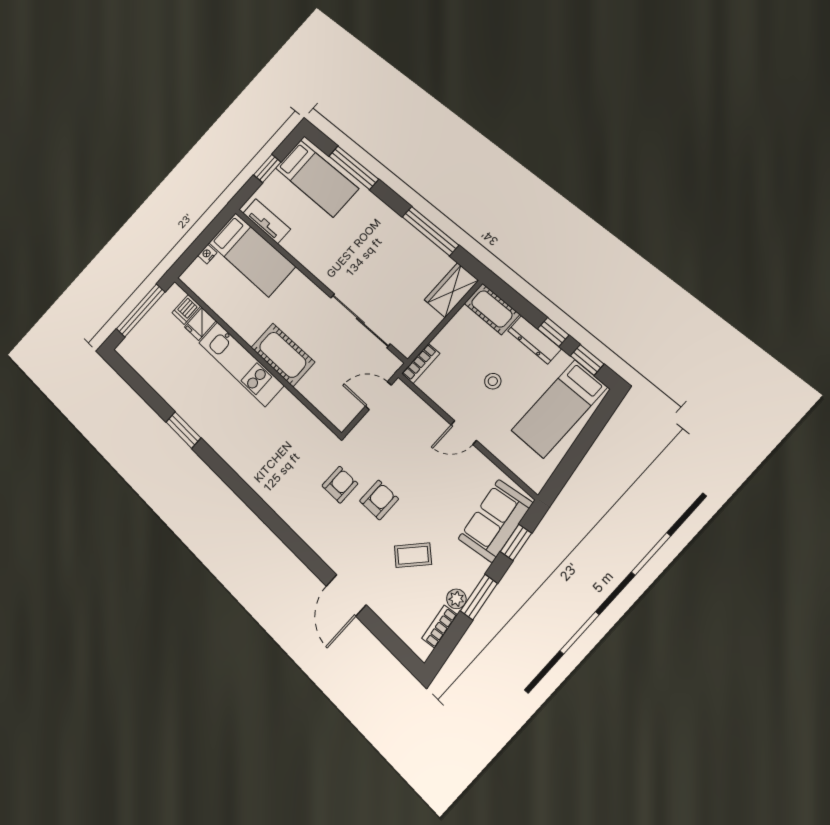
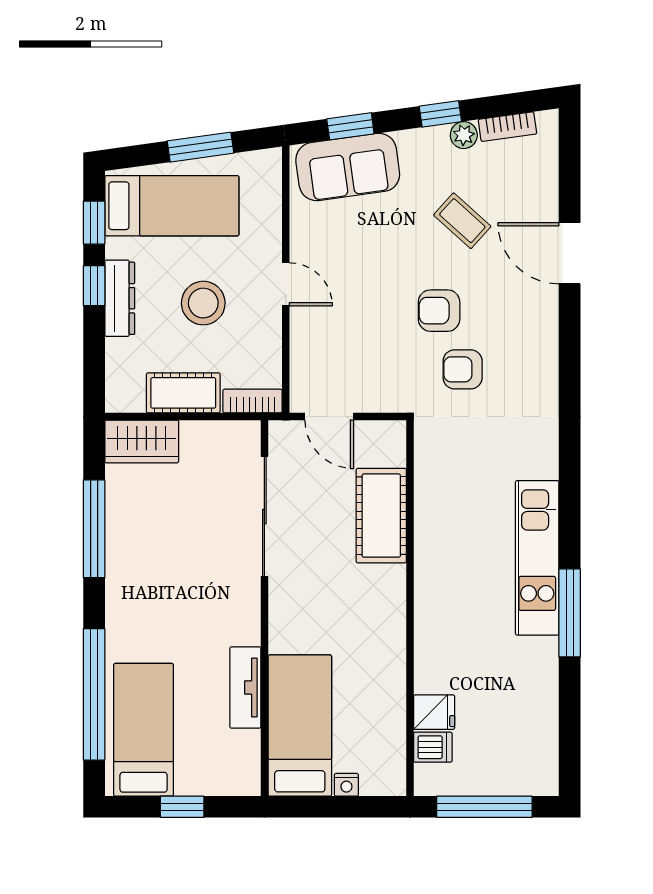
window: (354, 168) -> (94, 694), width x1.46
tv unit: (267, 221) -> (245, 687), moved
cot: (492, 309) -> (183, 393), moved, turned 90
cot: (283, 355) -> (381, 516), moved
kitchen unit: (241, 364) -> (537, 558), moved, turned 180
stool: (493, 381) -> (203, 303), width x1.89, depth x1.89
window: (183, 430) -> (570, 613), width x1.44
window: (577, 452) -> (200, 147), added
door: (346, 595) -> (570, 253), swing flipped
window: (479, 597) -> (440, 114), width x0.67

